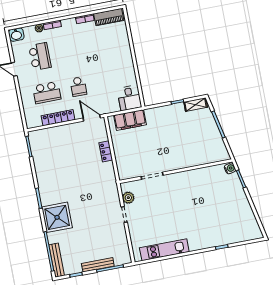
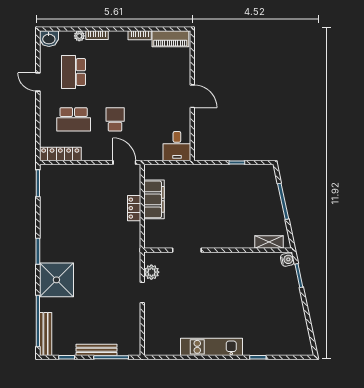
school desk: (40, 56) -> (74, 72), turned 180
door: (134, 58) -> (192, 96), added
school desk: (78, 87) -> (115, 119), turned 180
shelving: (196, 105) -> (269, 242), moved
locker: (58, 118) -> (60, 154), moved
filing cabinet: (130, 120) -> (154, 199), moved, turned -90
kitchen unit: (164, 250) -> (211, 347), moved

